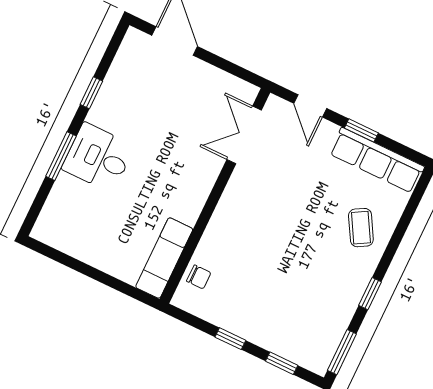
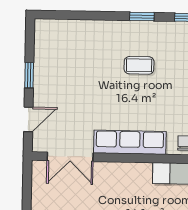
row of seats: (377, 160) -> (130, 142), moved, turned -90
coffee table: (361, 228) -> (139, 65), moved, turned 30

